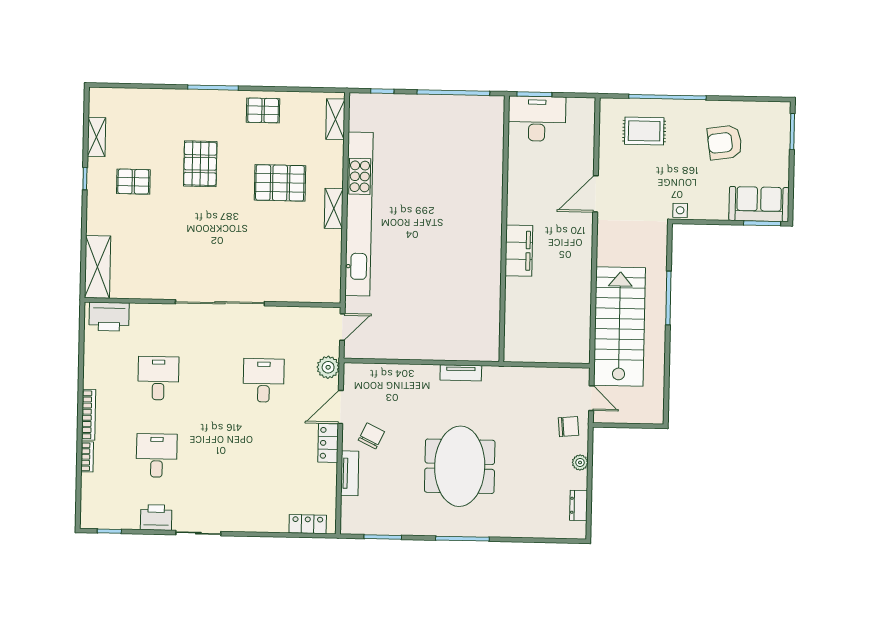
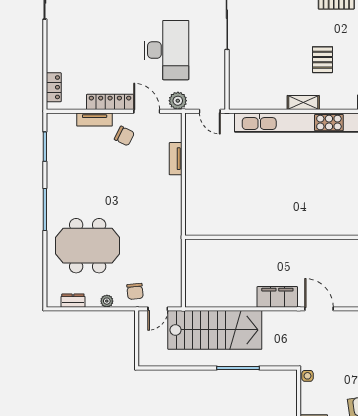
pallet: (280, 183) -> (322, 60), width x0.67, depth x0.71
filing cabinet: (519, 251) -> (277, 297), moved, turned 180
tv unit: (461, 373) -> (176, 159), moved
desk: (264, 380) -> (166, 50), width x1.87, depth x1.30
locker: (328, 443) -> (110, 102), width x1.53
meeting table: (460, 466) -> (88, 246), moved

